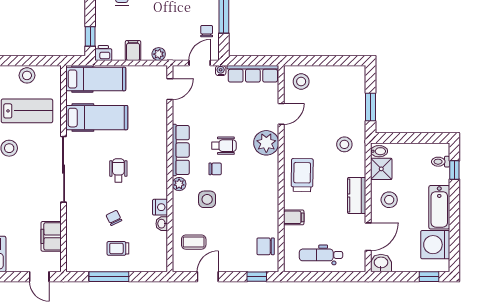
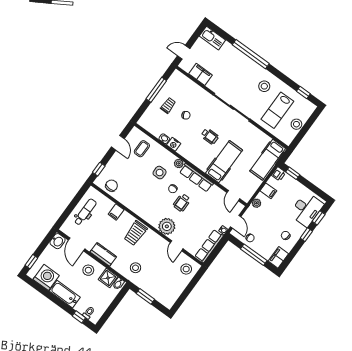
hospital bed: (97, 118) -> (224, 162), moved, turned 180
trolley: (302, 175) -> (136, 233), turned 89

